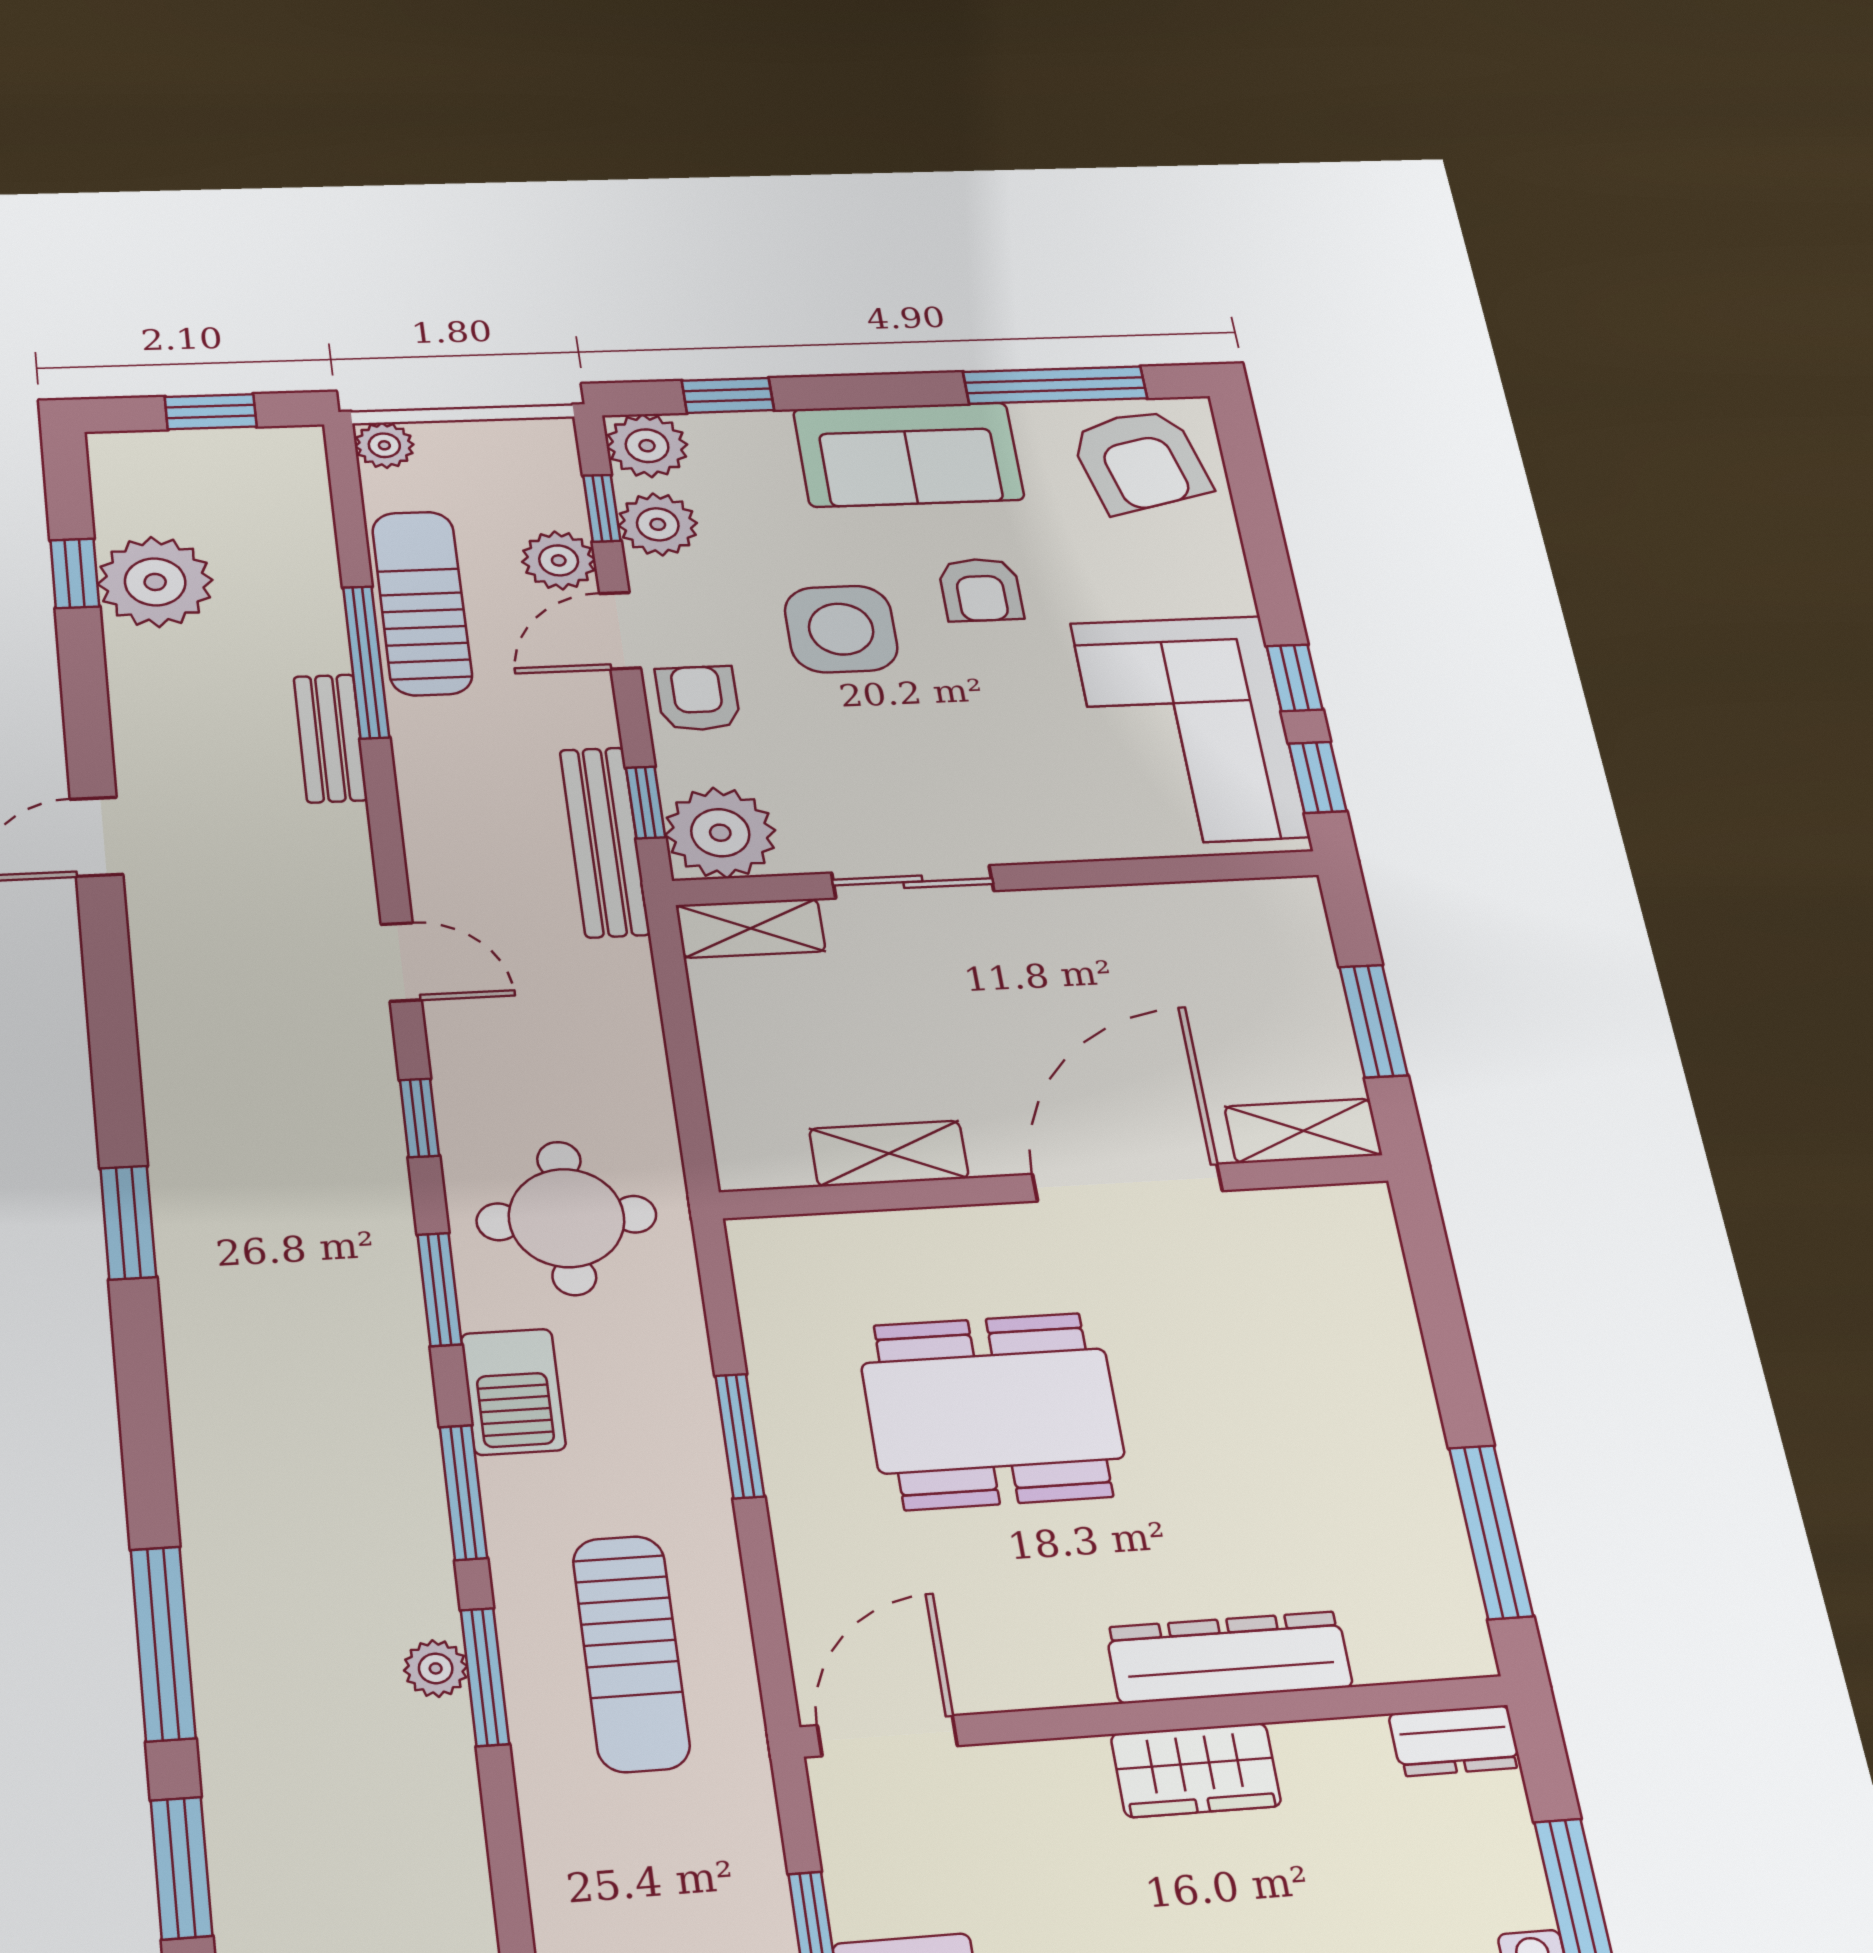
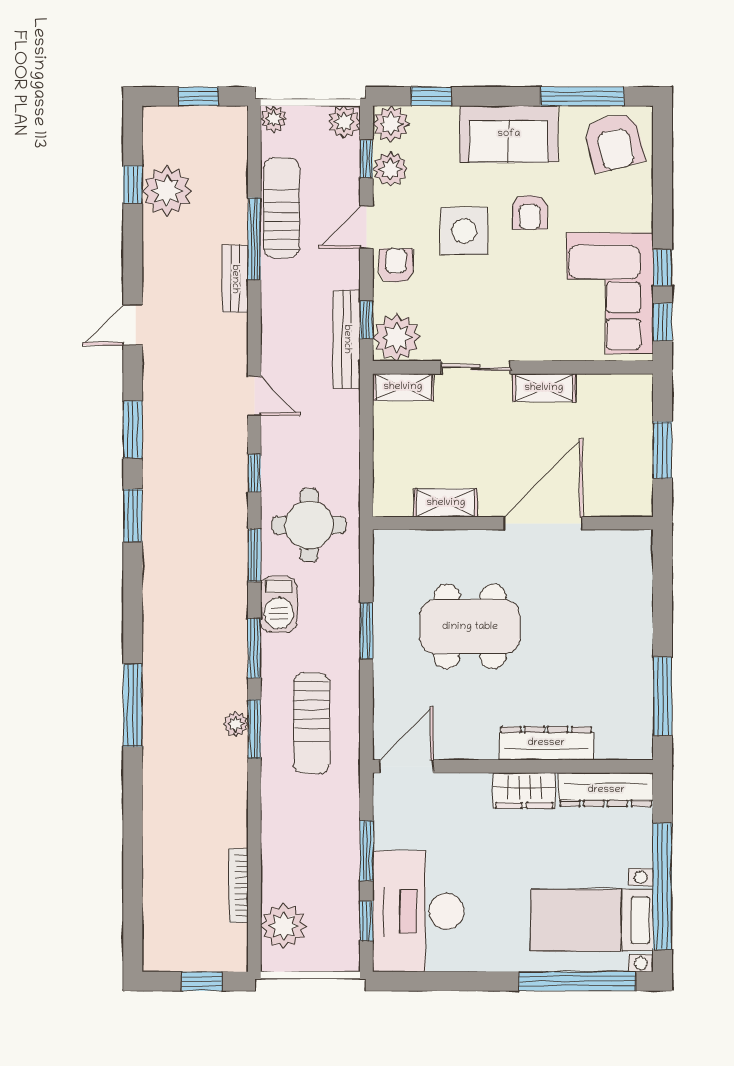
plant: (559, 560) -> (344, 122), moved
shelving: (1303, 1131) -> (544, 388), moved
dresser: (1455, 1741) -> (606, 790), width x1.96, depth x1.24
window: (181, 1868) -> (133, 430), moved

